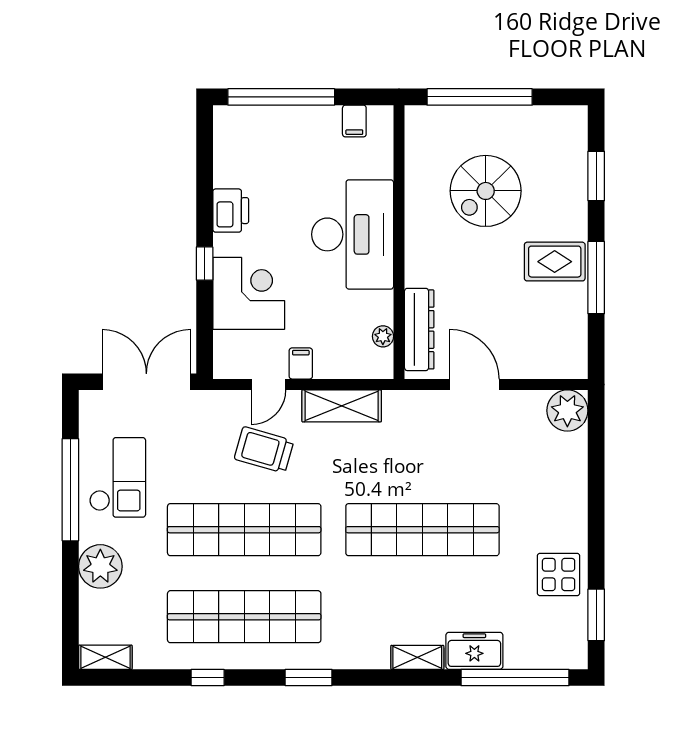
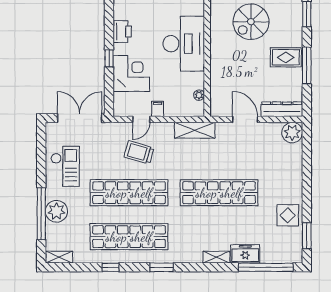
dresser: (419, 329) -> (282, 109), moved, turned -90
shelving: (342, 406) -> (195, 130), moved
window: (70, 490) -> (41, 214), moved

